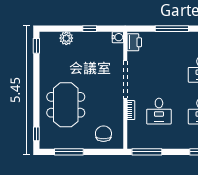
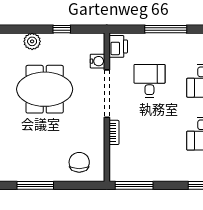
water cooler: (118, 37) -> (97, 61), moved
meeting table: (66, 105) -> (45, 89), moved, turned 90
desk: (159, 111) -> (149, 81), moved, turned 180

